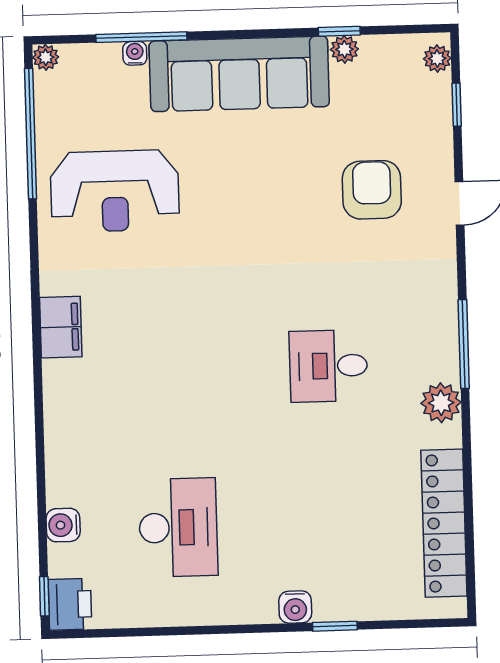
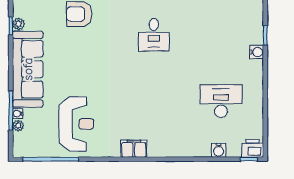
plant: (46, 57) -> (18, 125), moved

